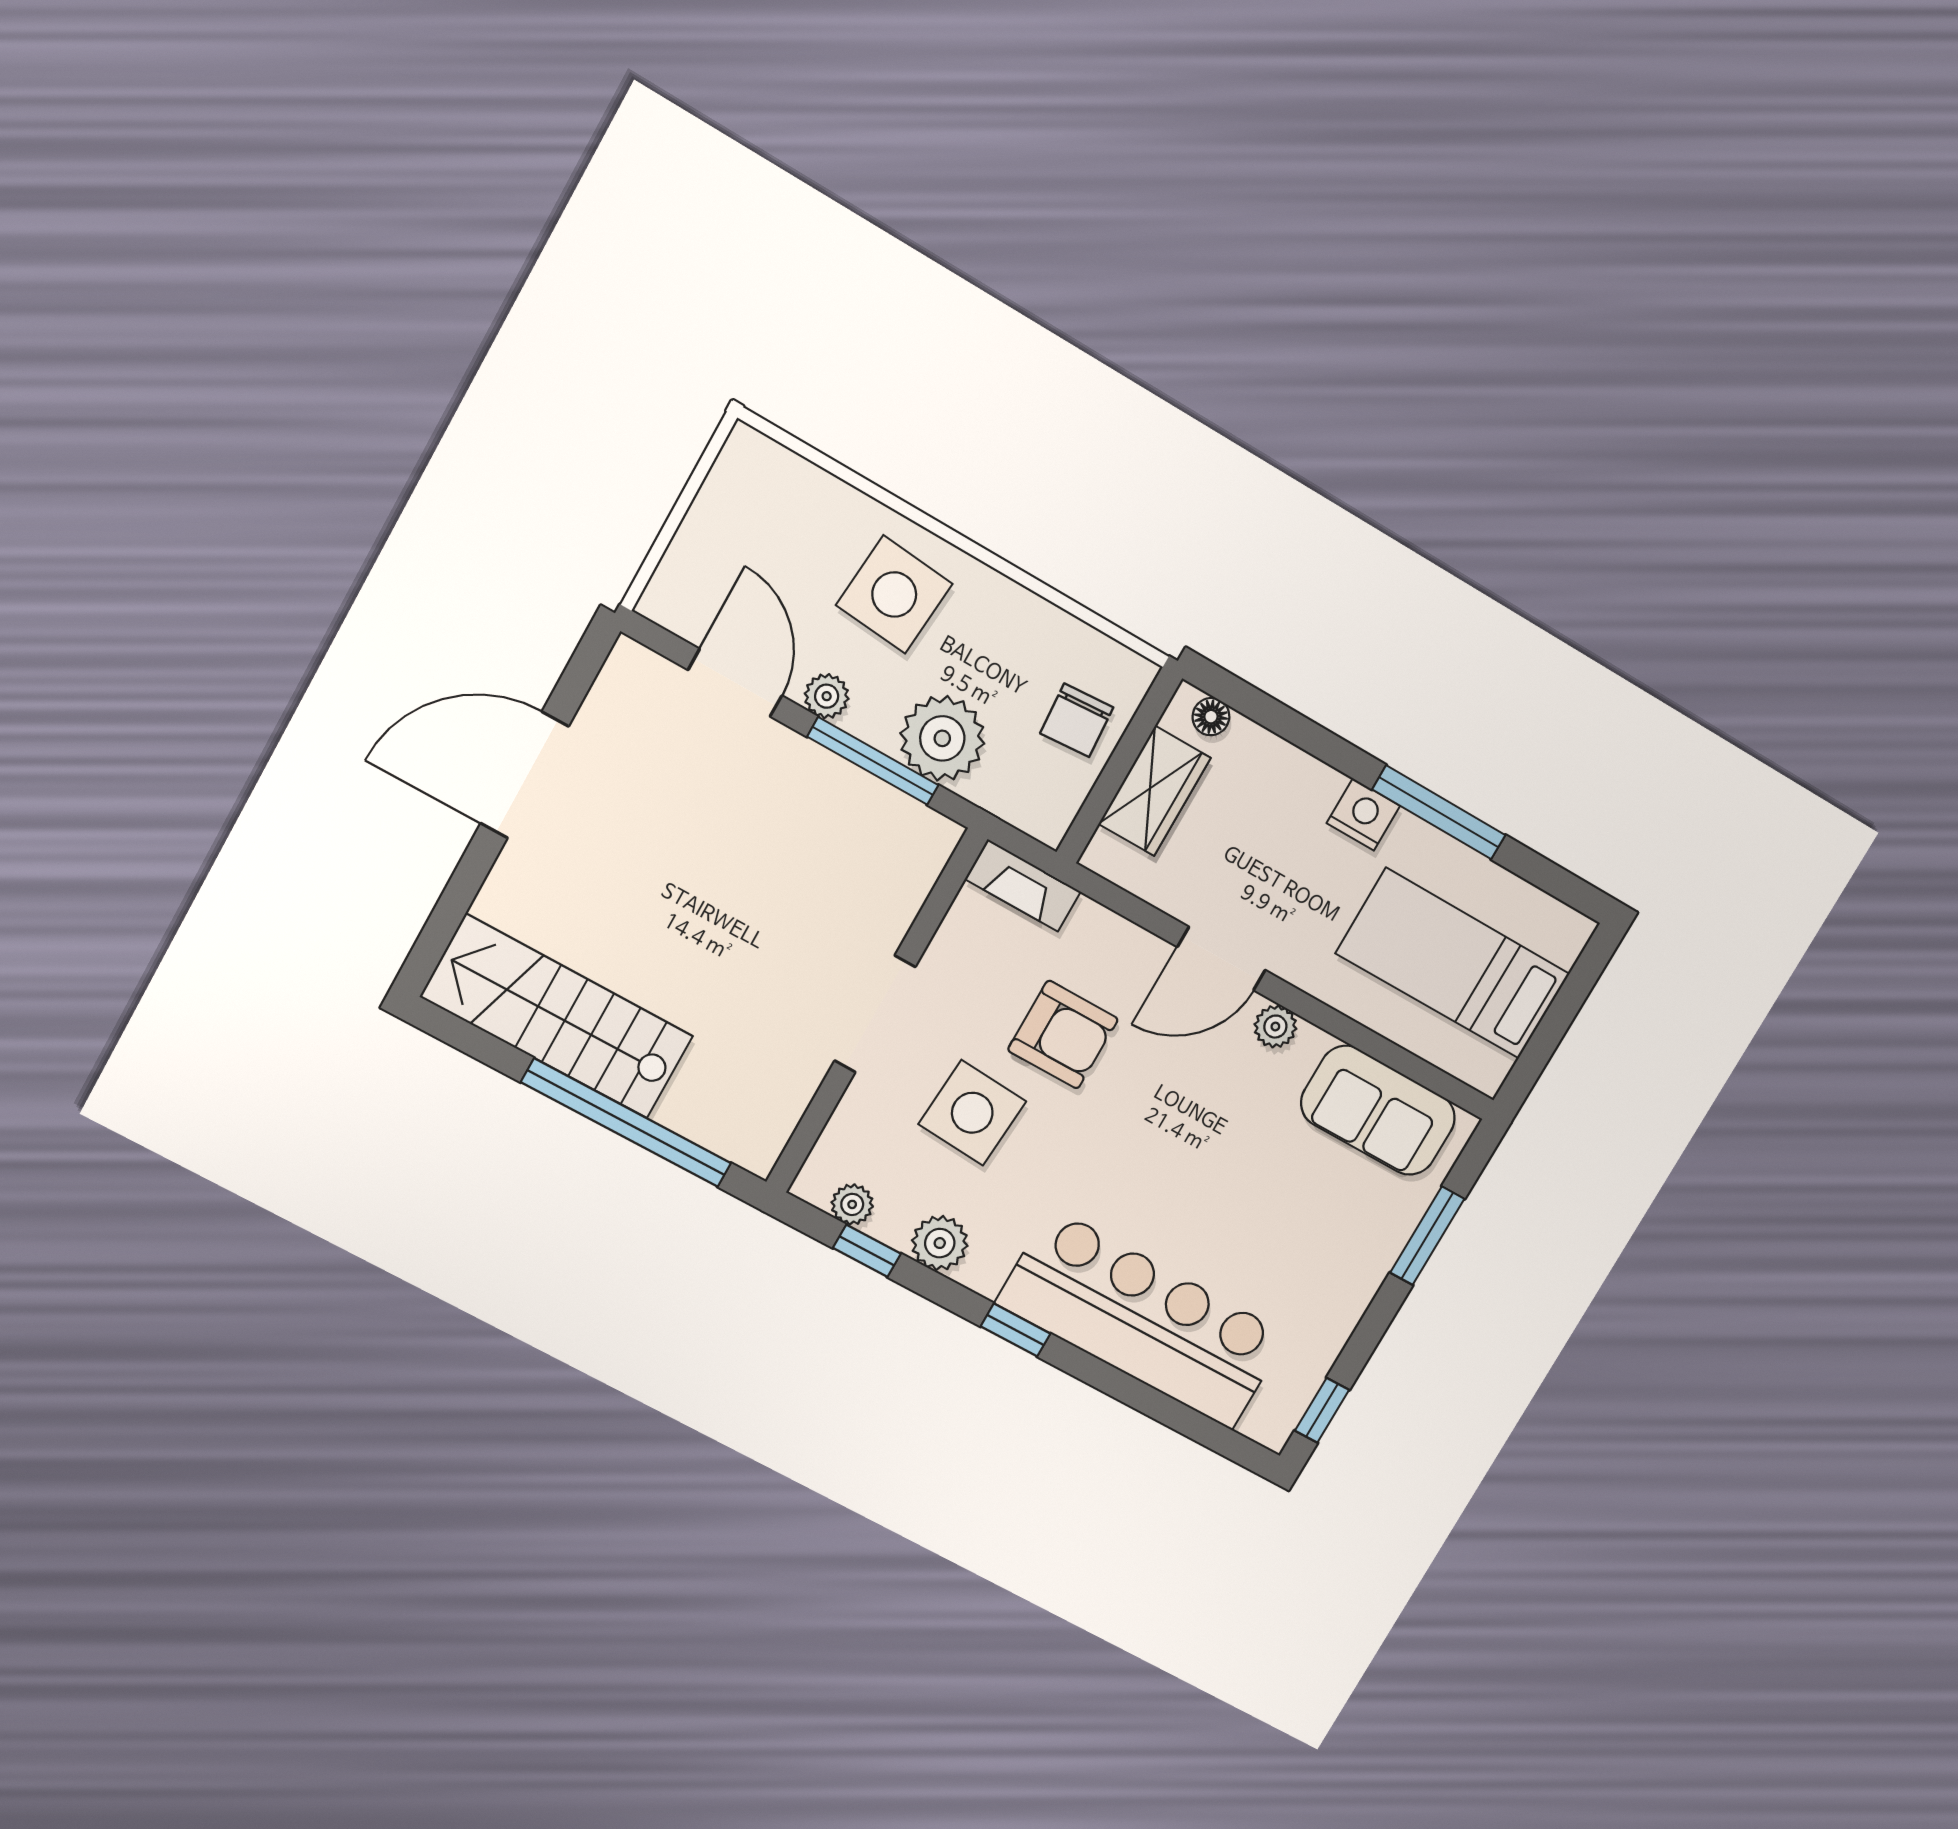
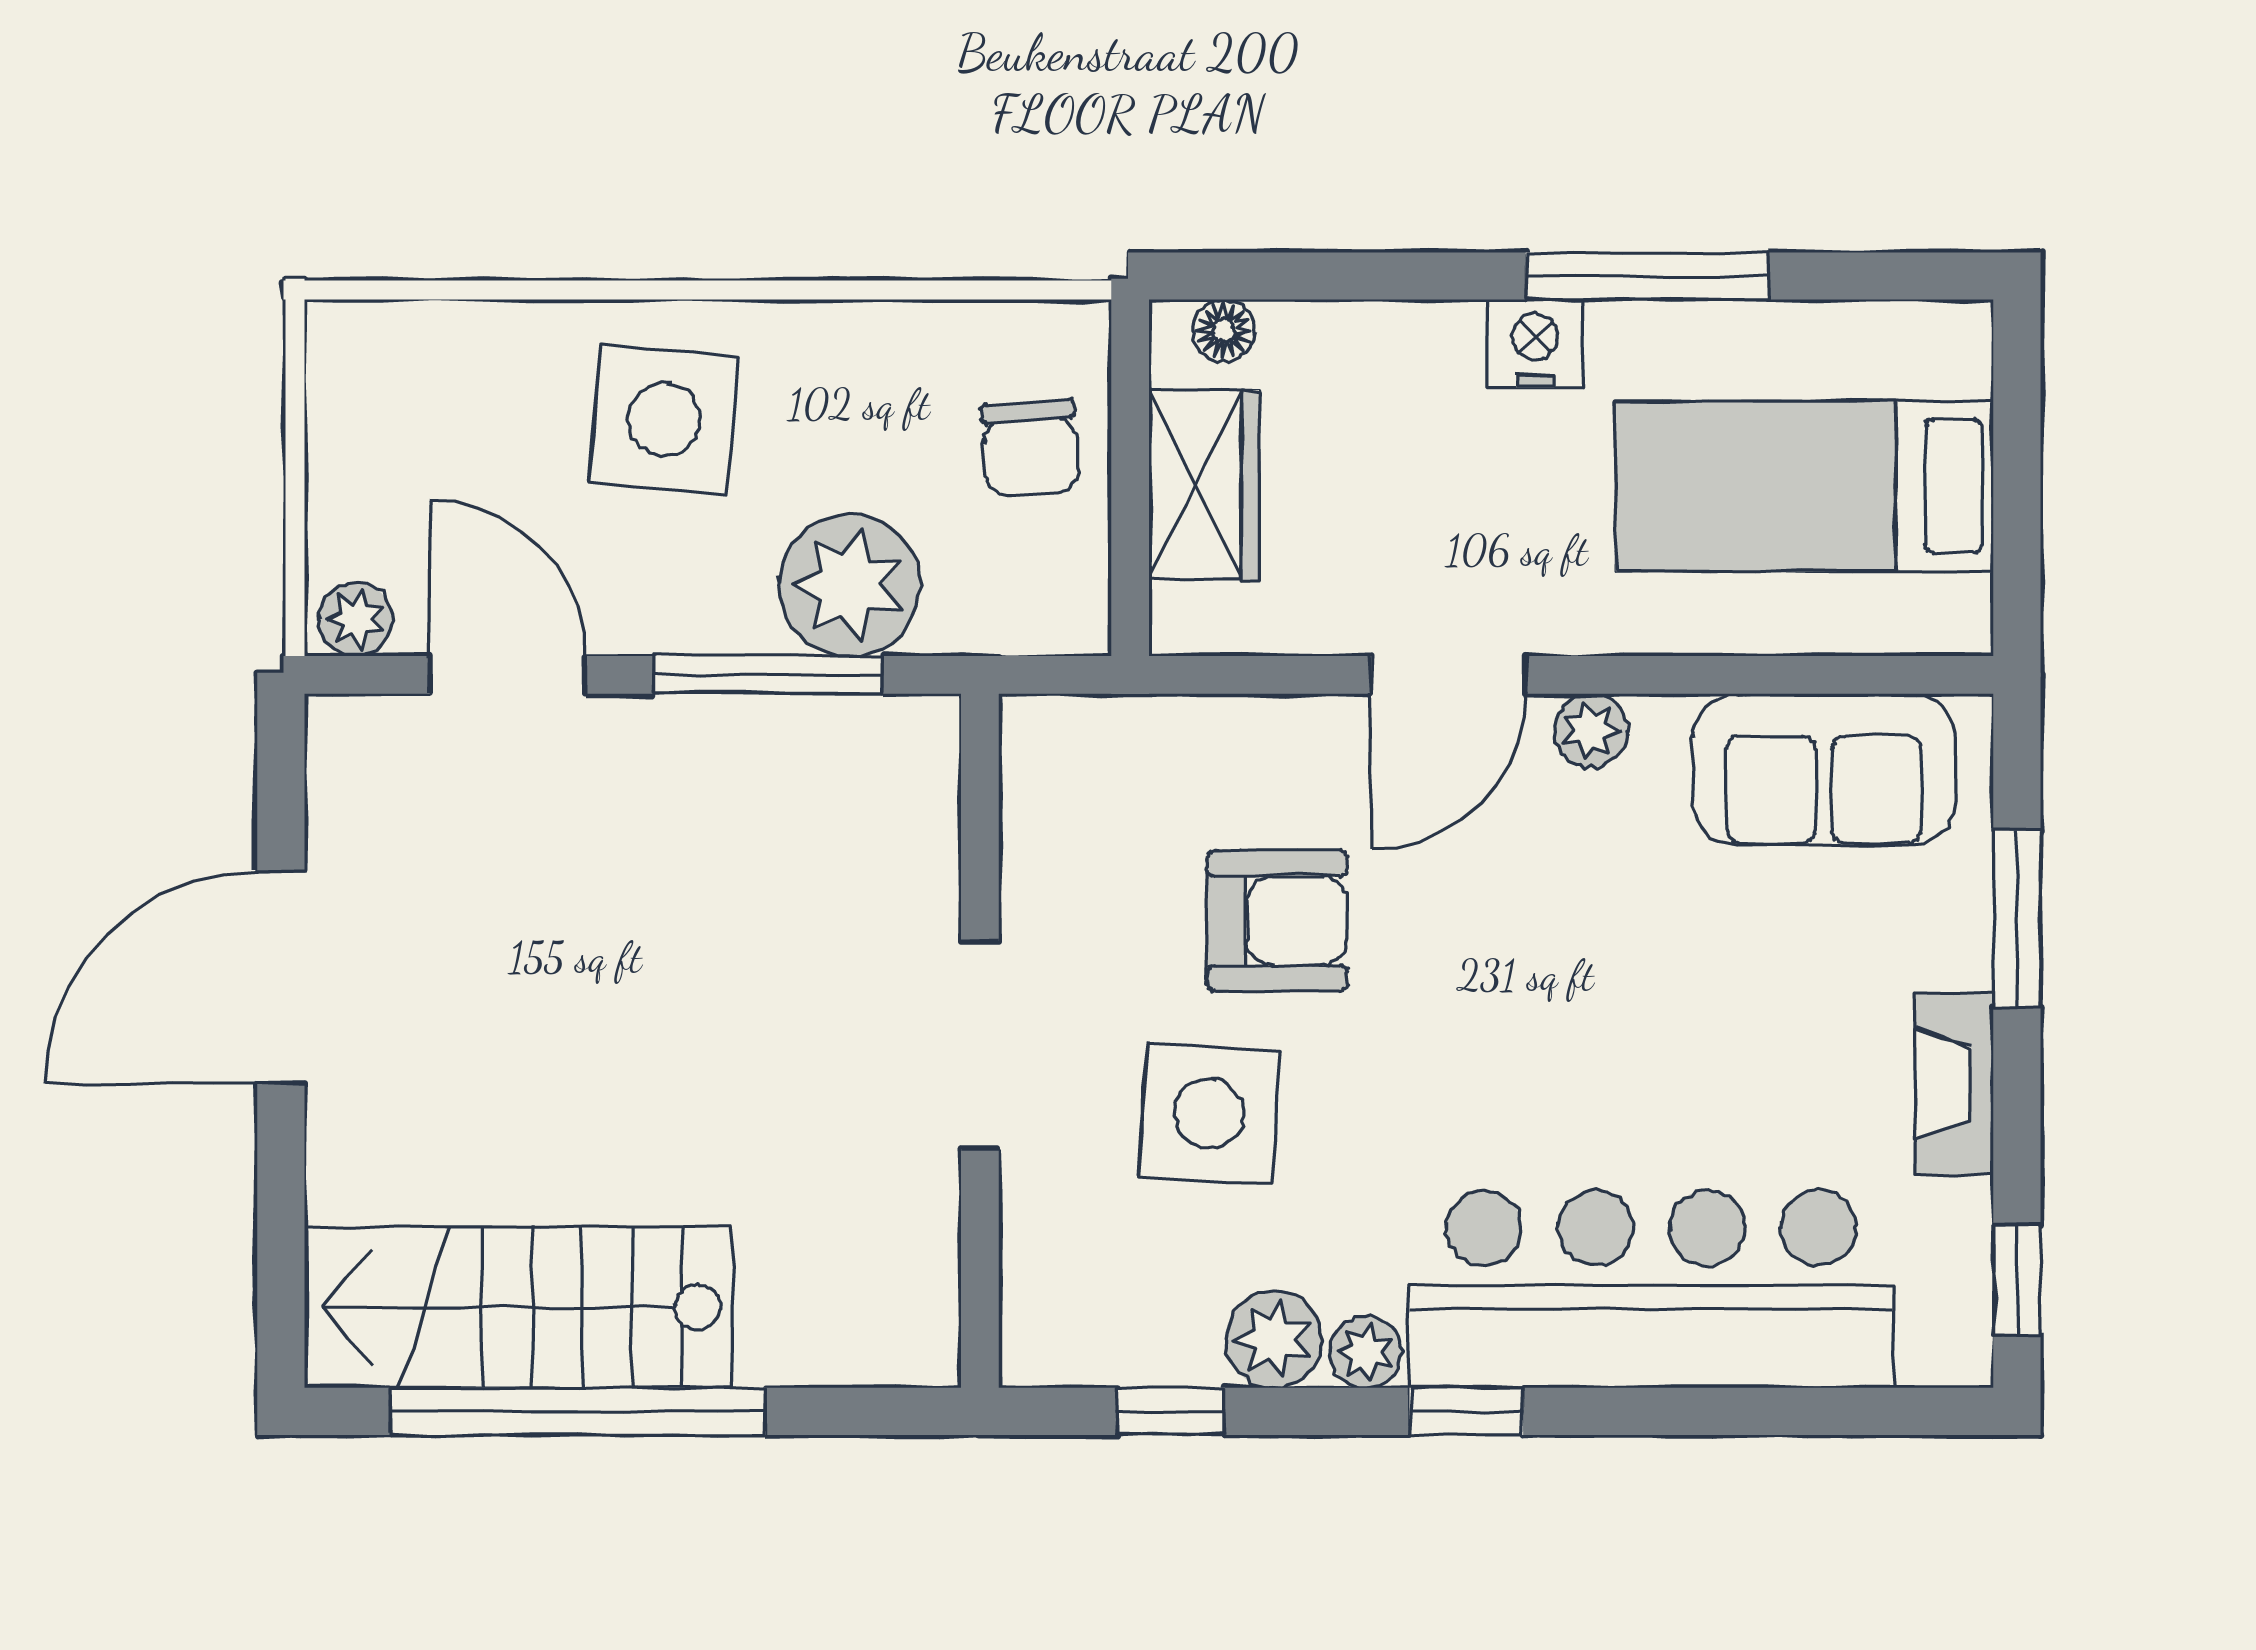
plant: (827, 696) -> (356, 619), moved
fireplace: (1023, 885) -> (1954, 1084), moved, turned 90
window: (626, 1123) -> (578, 1411), moved
plant: (852, 1204) -> (1366, 1352), moved

